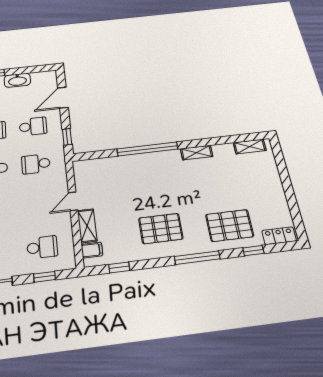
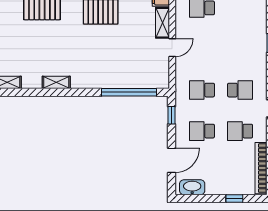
washbasin: (17, 80) -> (192, 187), moved
window: (147, 149) -> (129, 92), moved
school desk: (36, 164) -> (202, 90), turned 180

